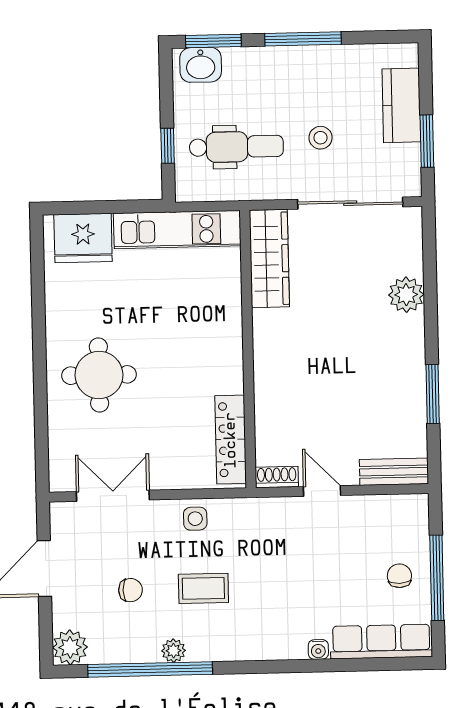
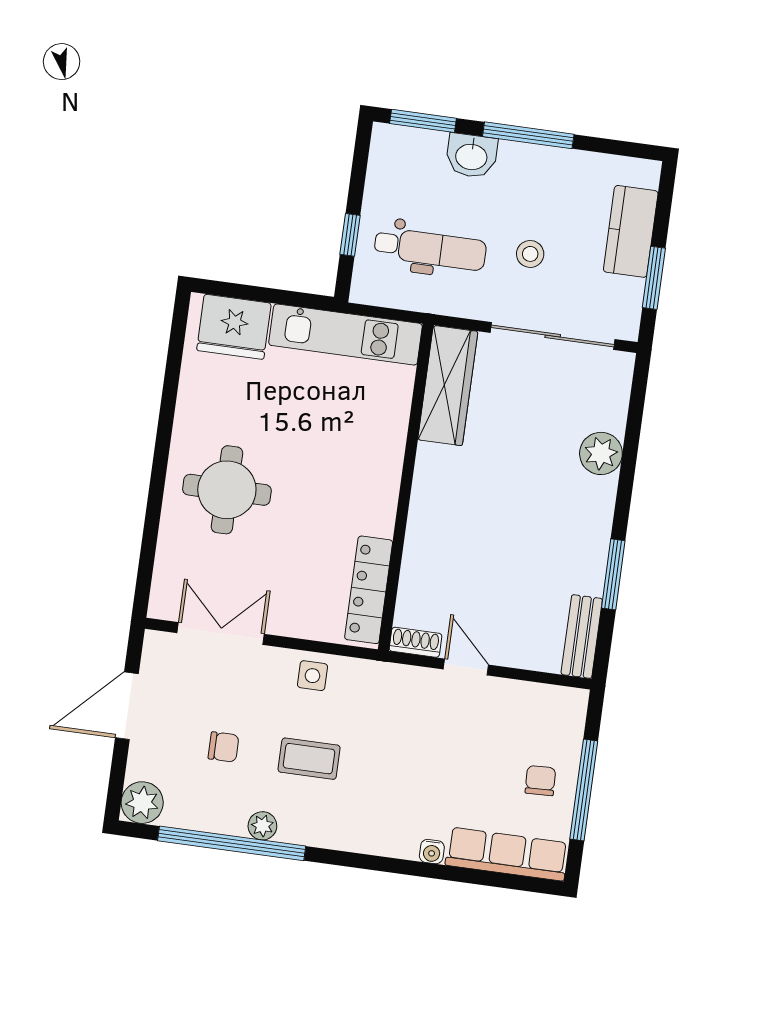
washbasin: (201, 65) -> (471, 156), moved
bench: (394, 472) -> (582, 636), moved, turned 90

